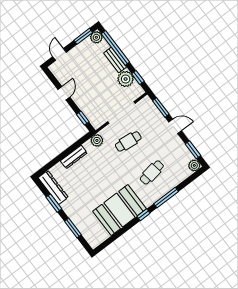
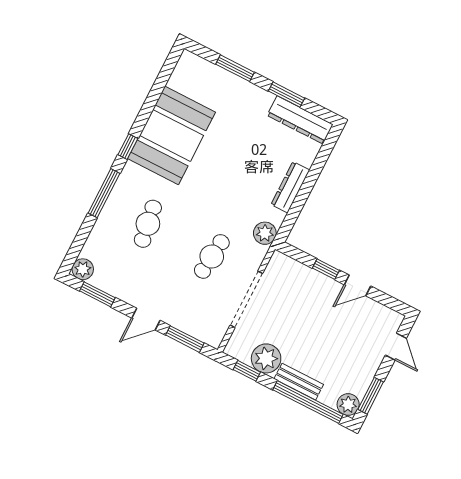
door: (64, 93) -> (358, 285), hinge flipped
window: (83, 118) -> (326, 269), moved

